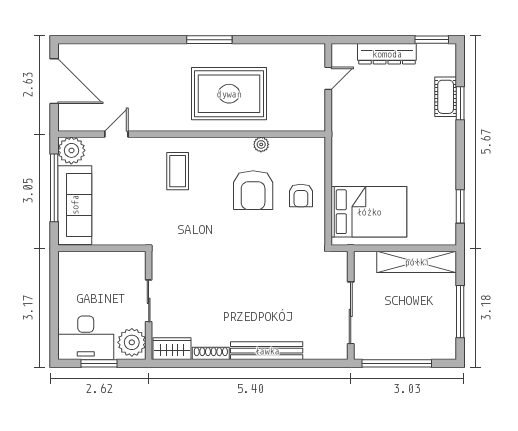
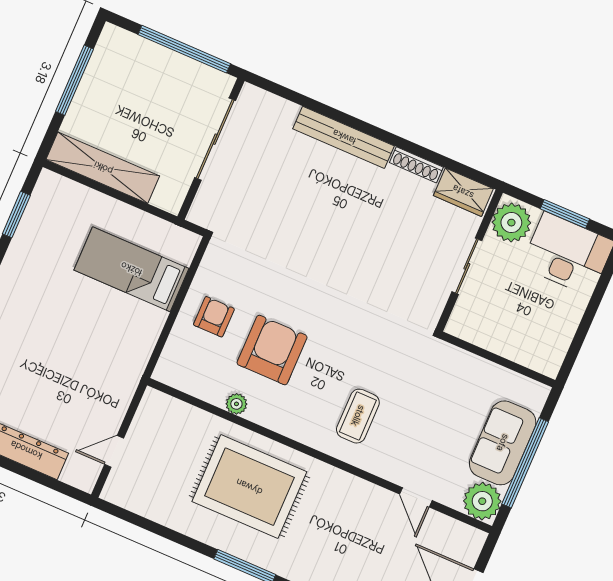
door: (116, 134) -> (416, 497), hinge flipped
sofa: (75, 205) -> (503, 443), width x0.73
bed: (369, 212) -> (131, 269), width x0.67

